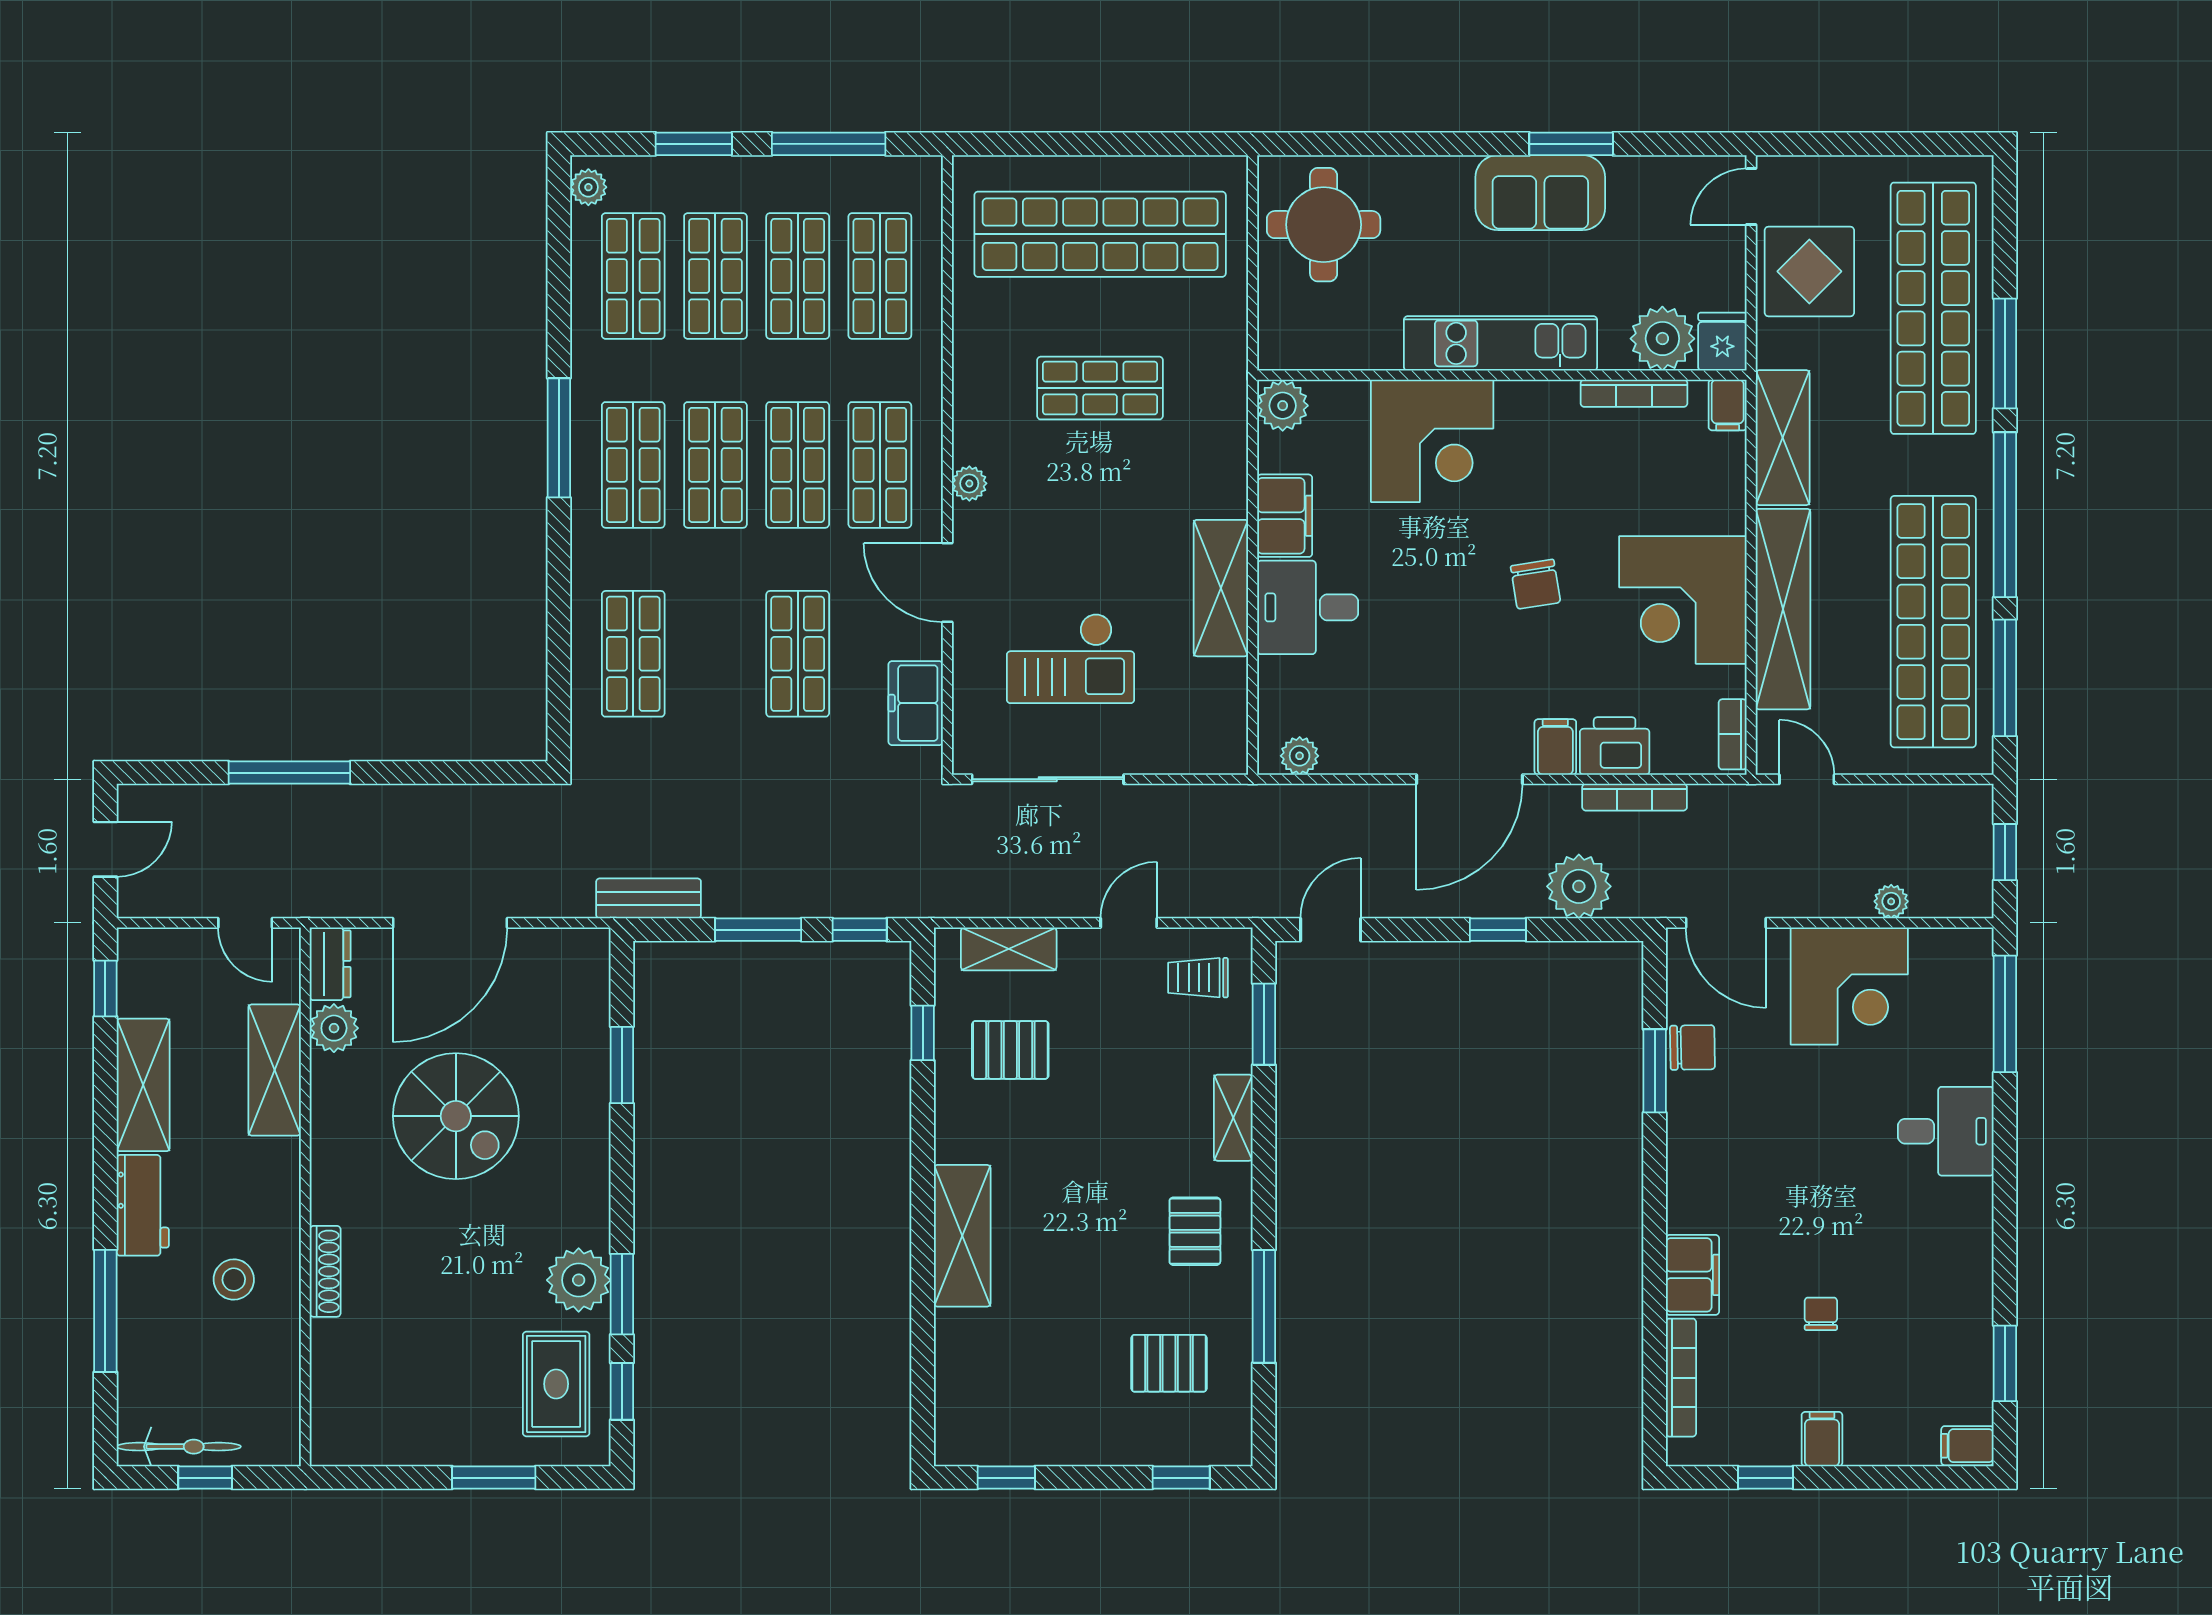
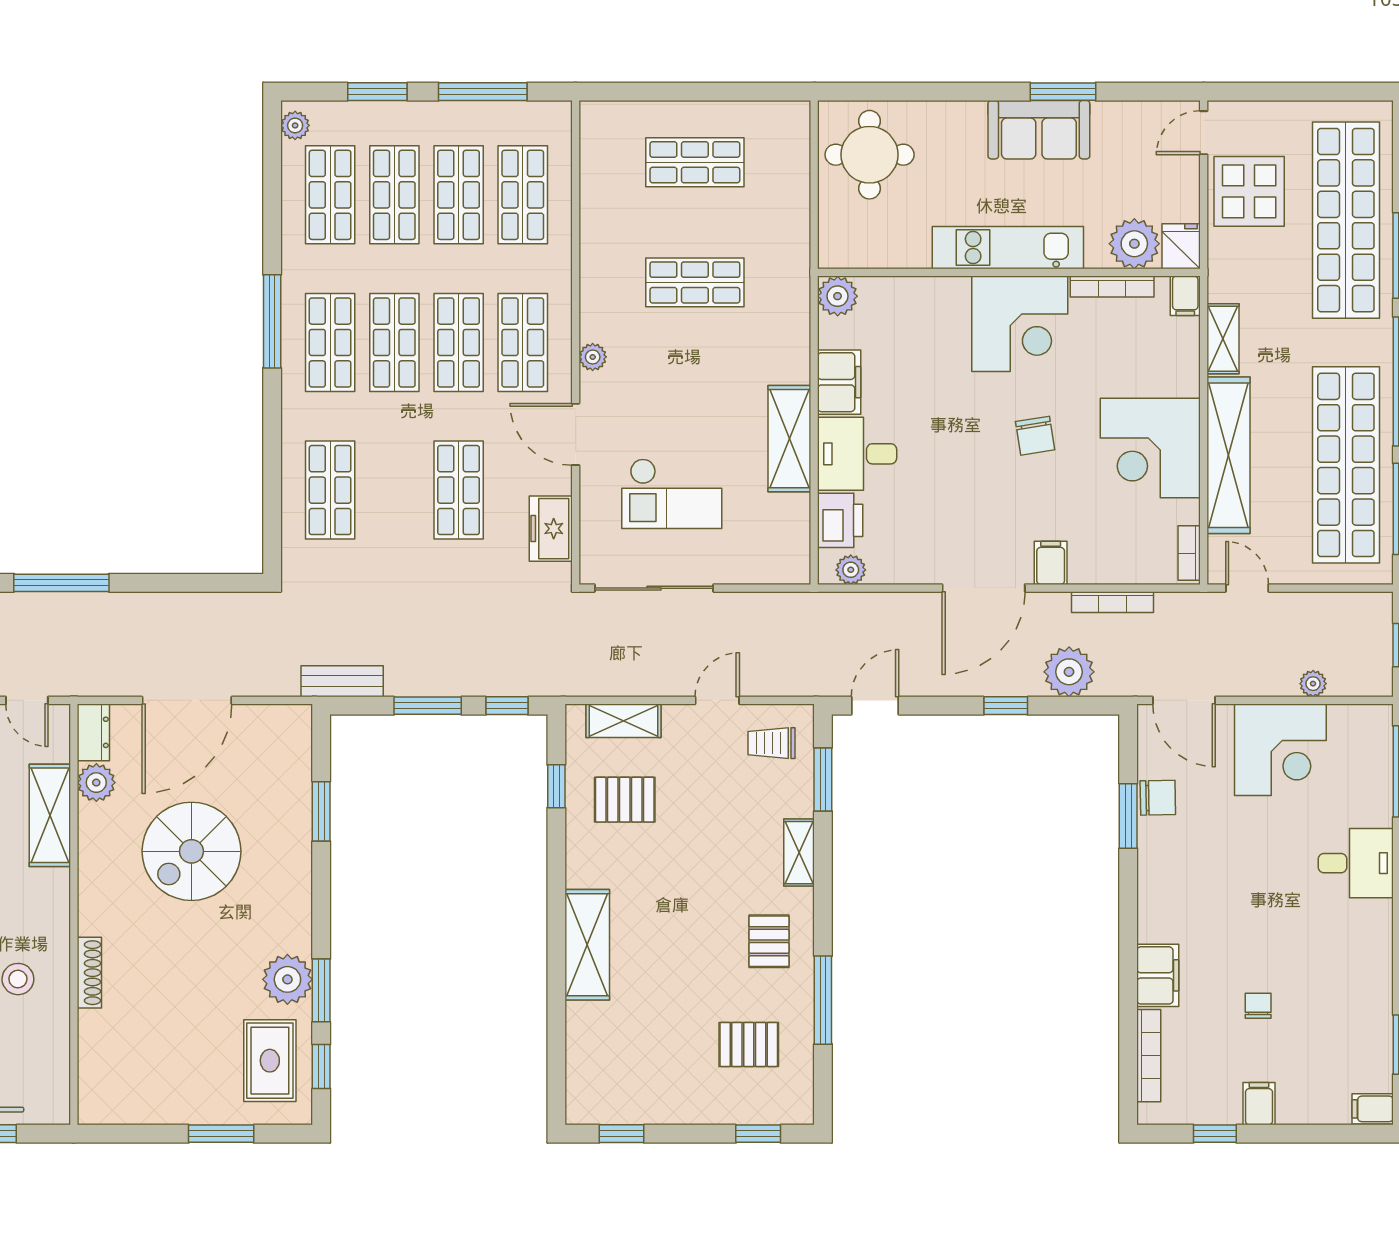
shop shelf: (1100, 234) -> (695, 162), width x0.50, depth x0.74
shelving: (1783, 438) -> (1223, 339), width x0.67, depth x0.75
corner desk: (1432, 441) -> (1020, 324), moved
printer: (1615, 746) -> (840, 520), moved, turned 90
spiral stairs: (456, 1116) -> (191, 851), turned 90

